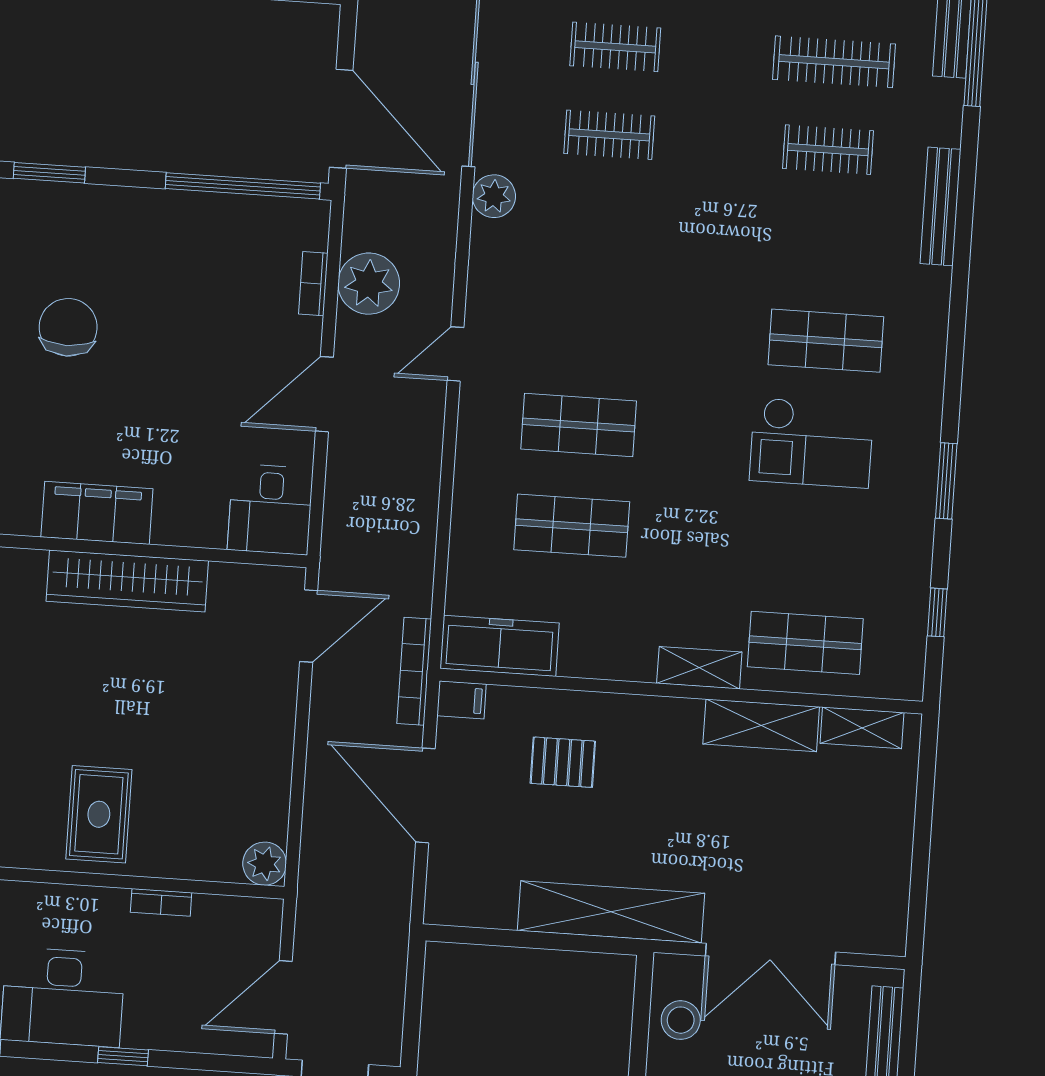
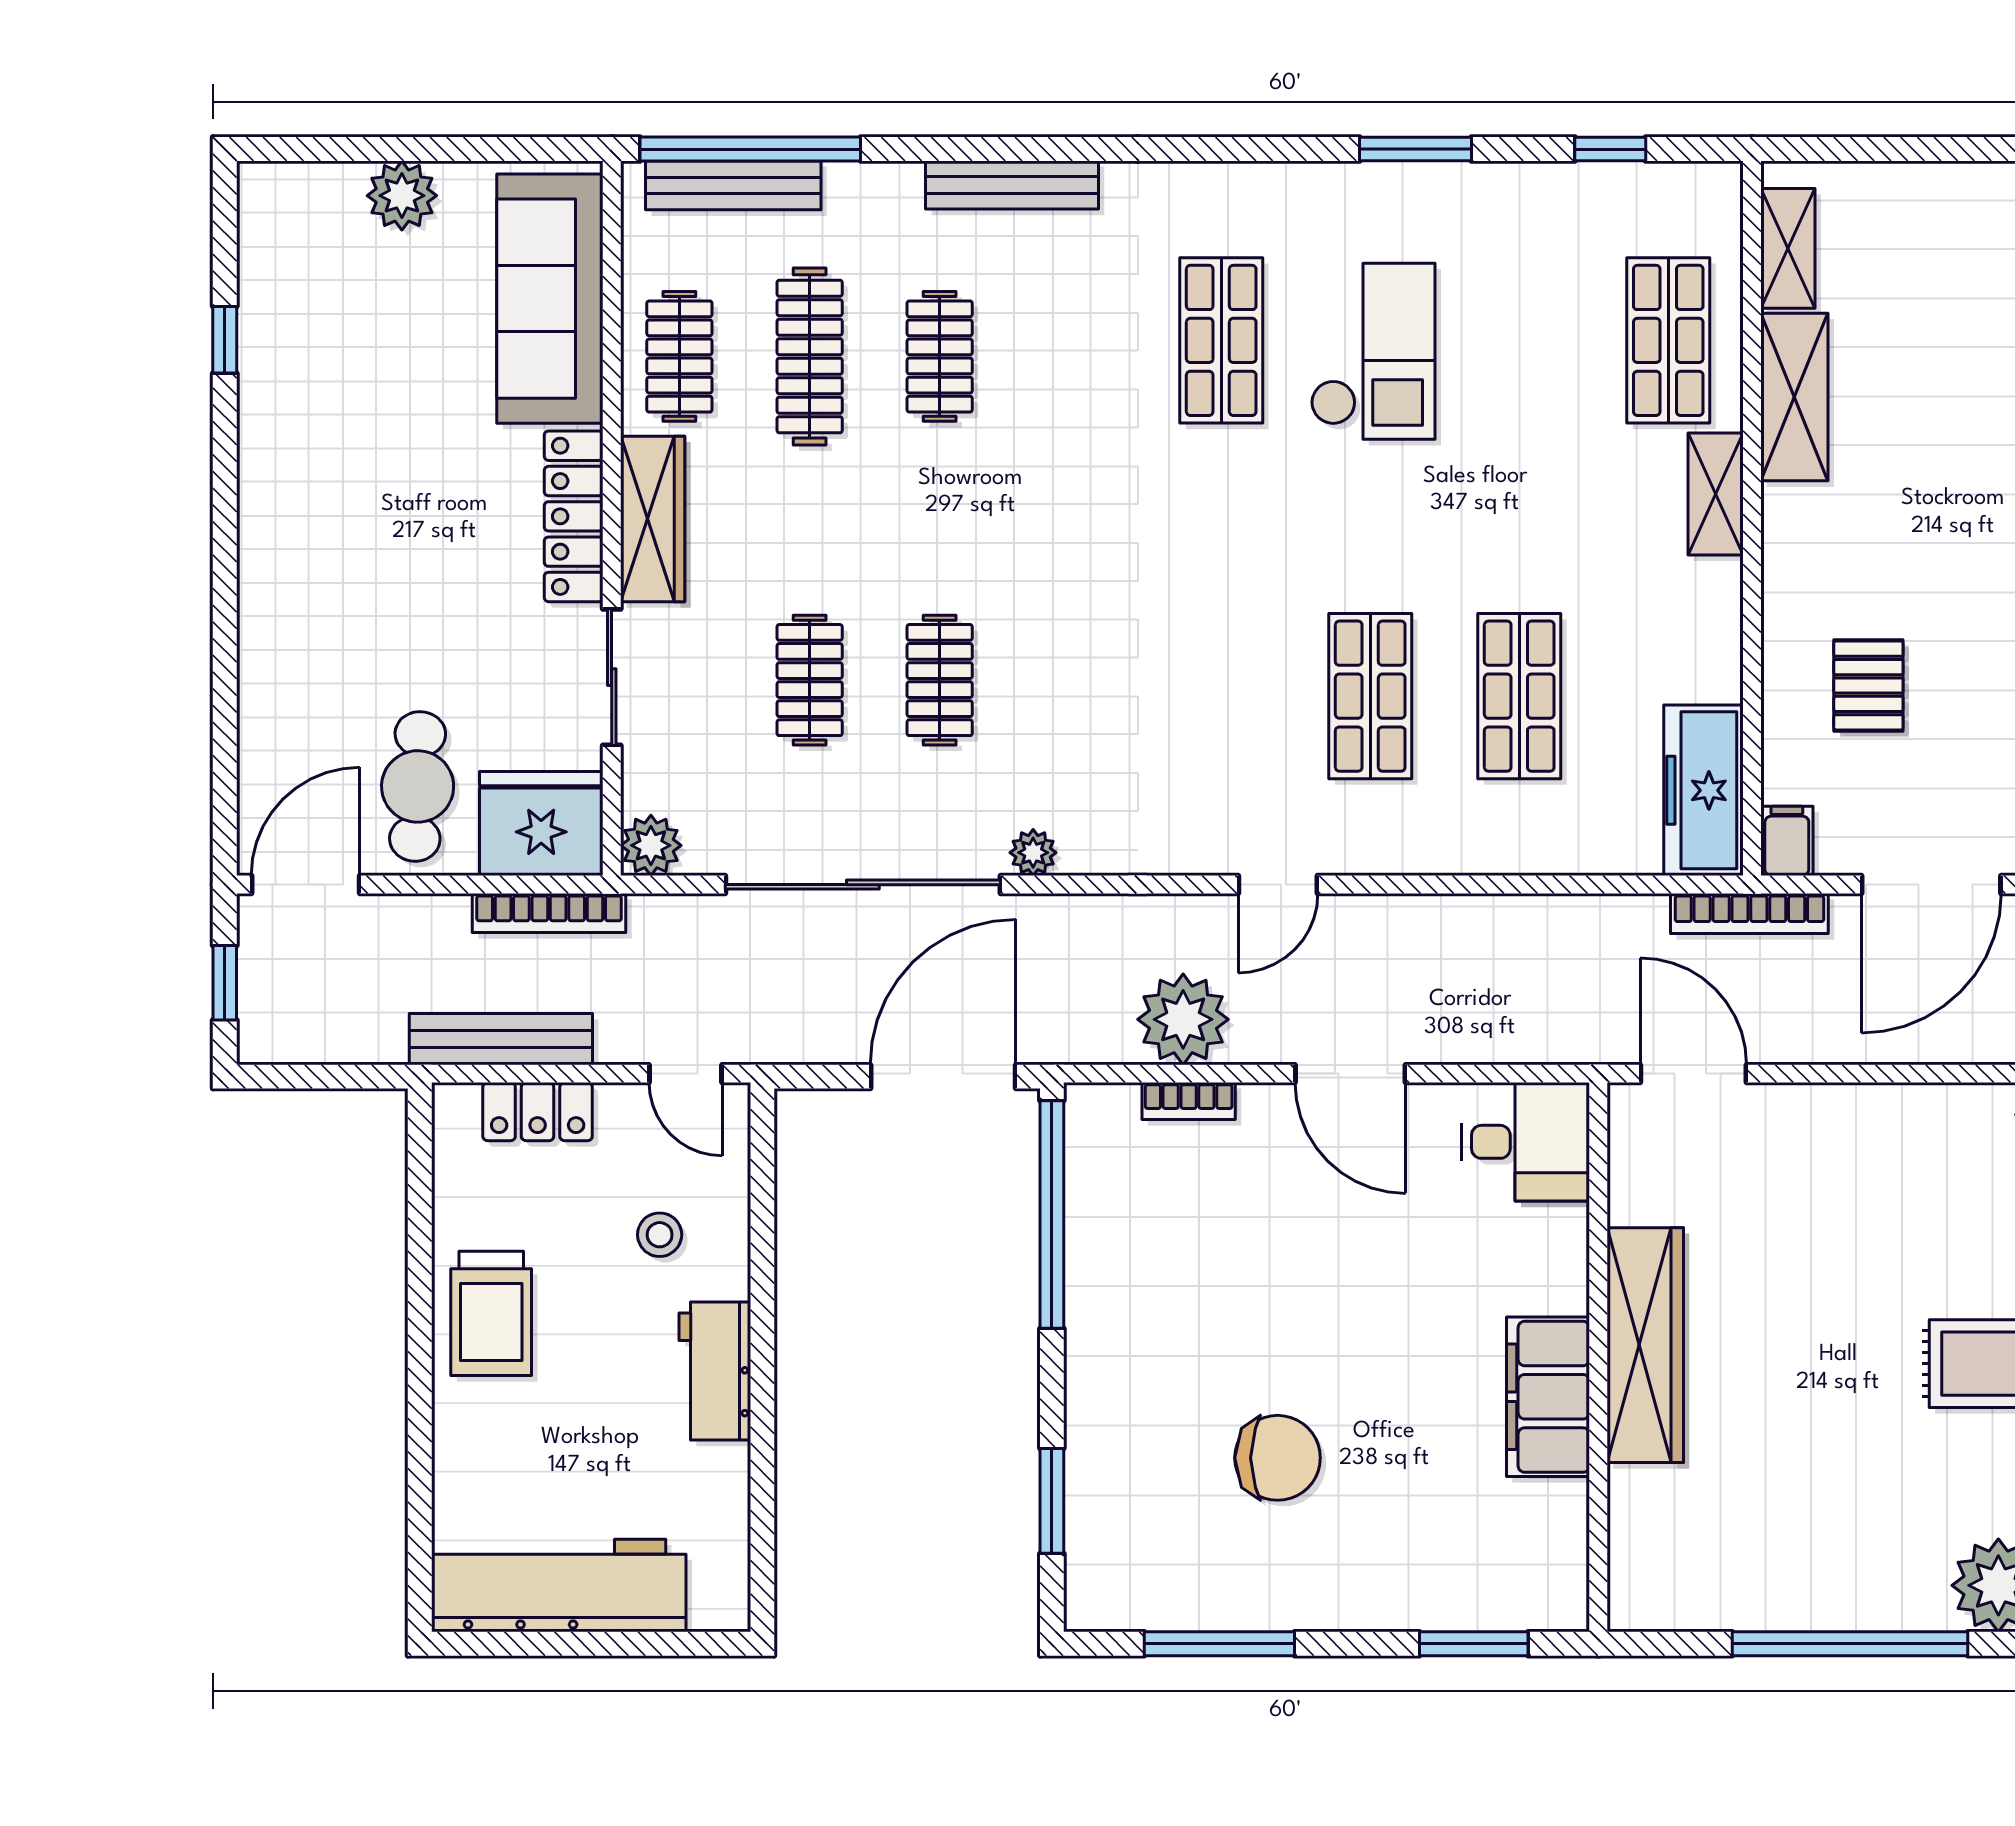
plant: (494, 196) -> (1033, 853), width x0.73, depth x0.73
chair: (68, 327) -> (1278, 1458), turned 180
door: (455, 354) -> (1278, 885), hinge flipped

